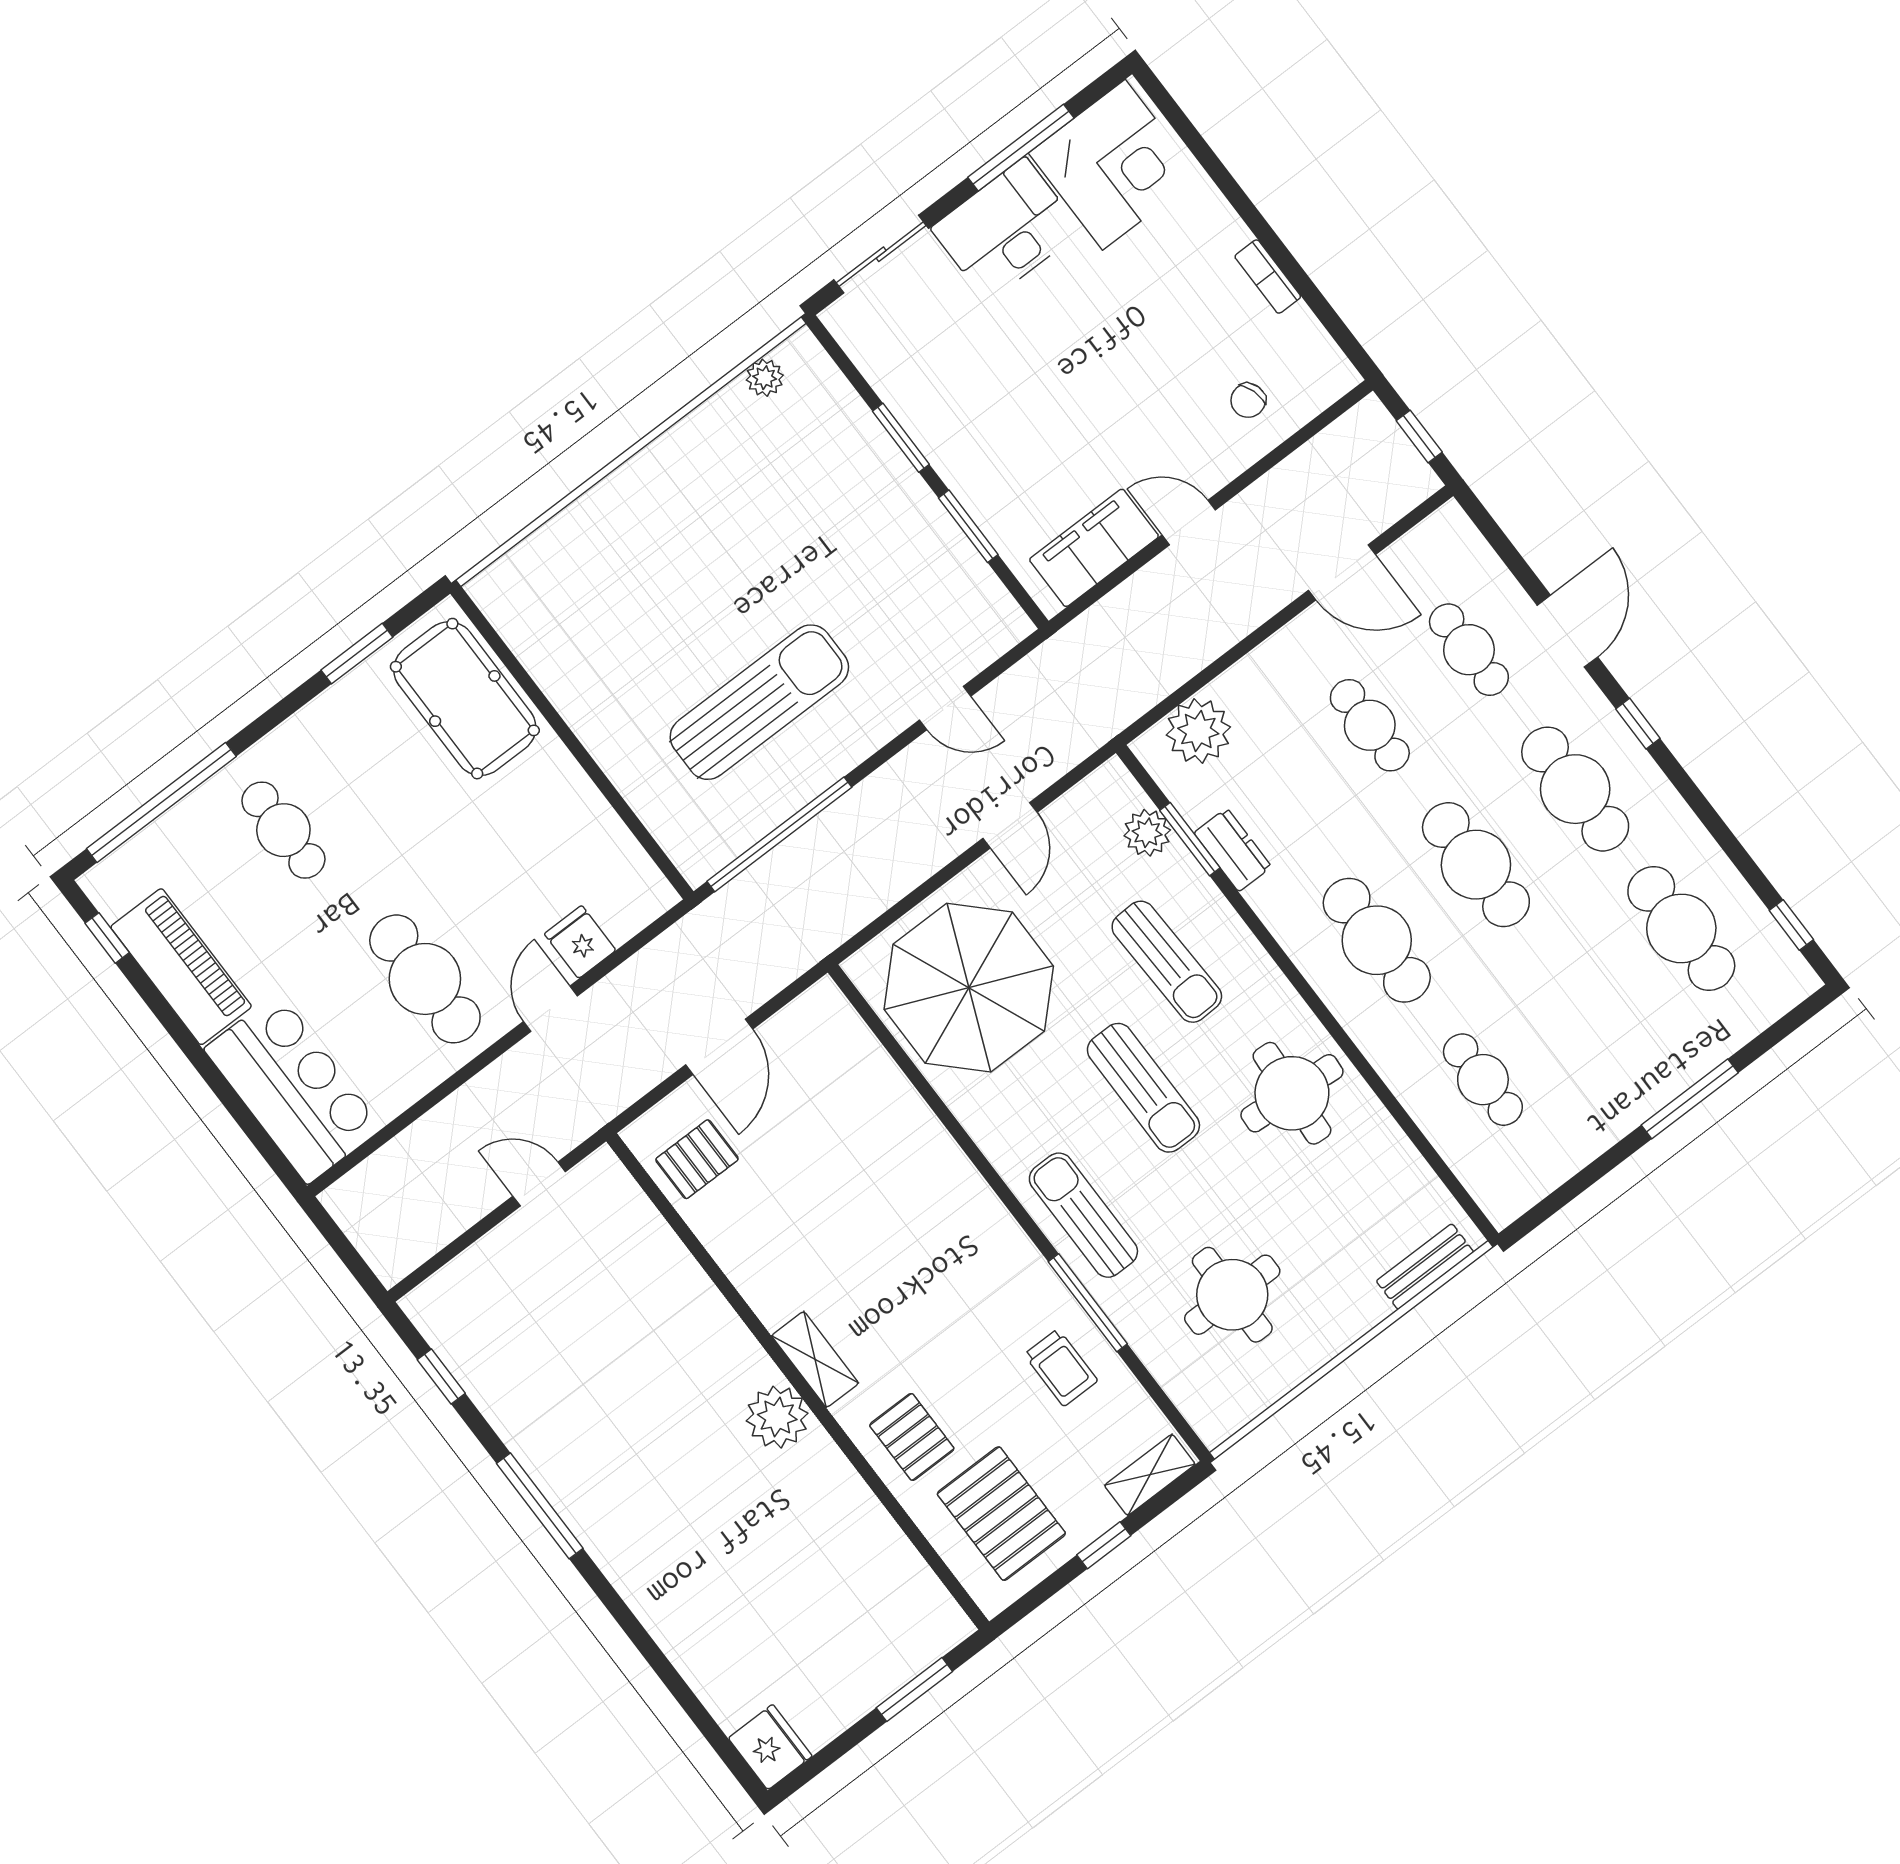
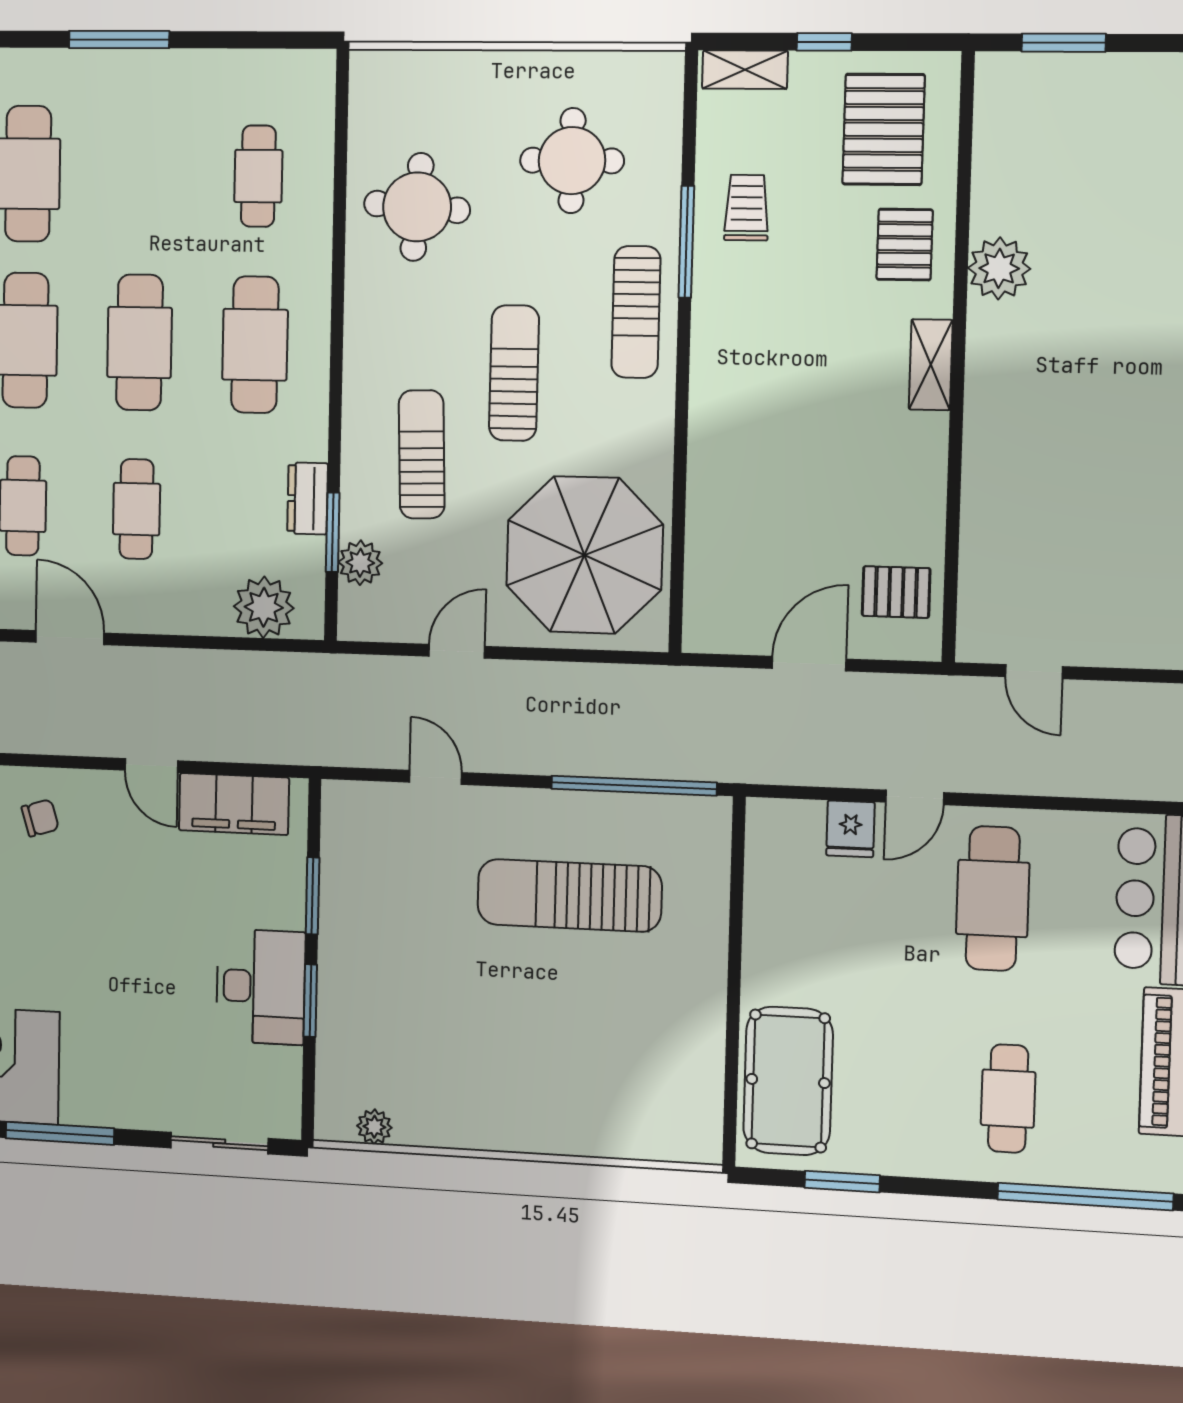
desk: (1006, 230) -> (261, 987), moved, turned -90
round table: (1292, 1093) -> (417, 207), moved
bench: (1425, 1267) -> (411, 67), removed
plant: (777, 1417) -> (999, 268), moved

